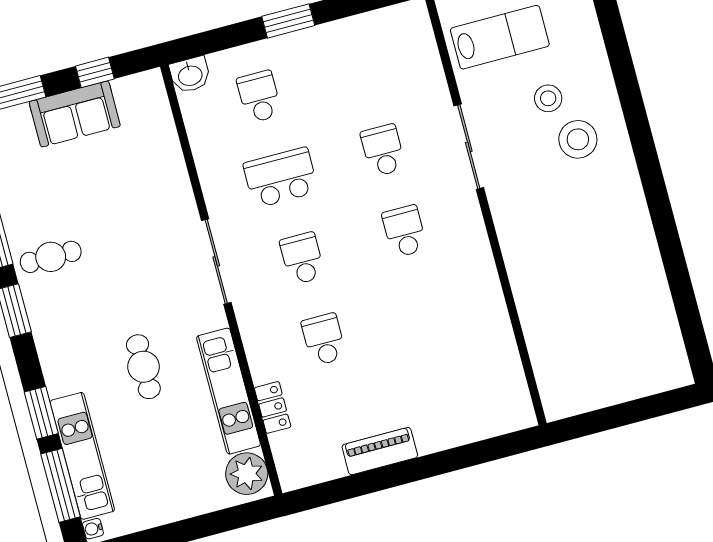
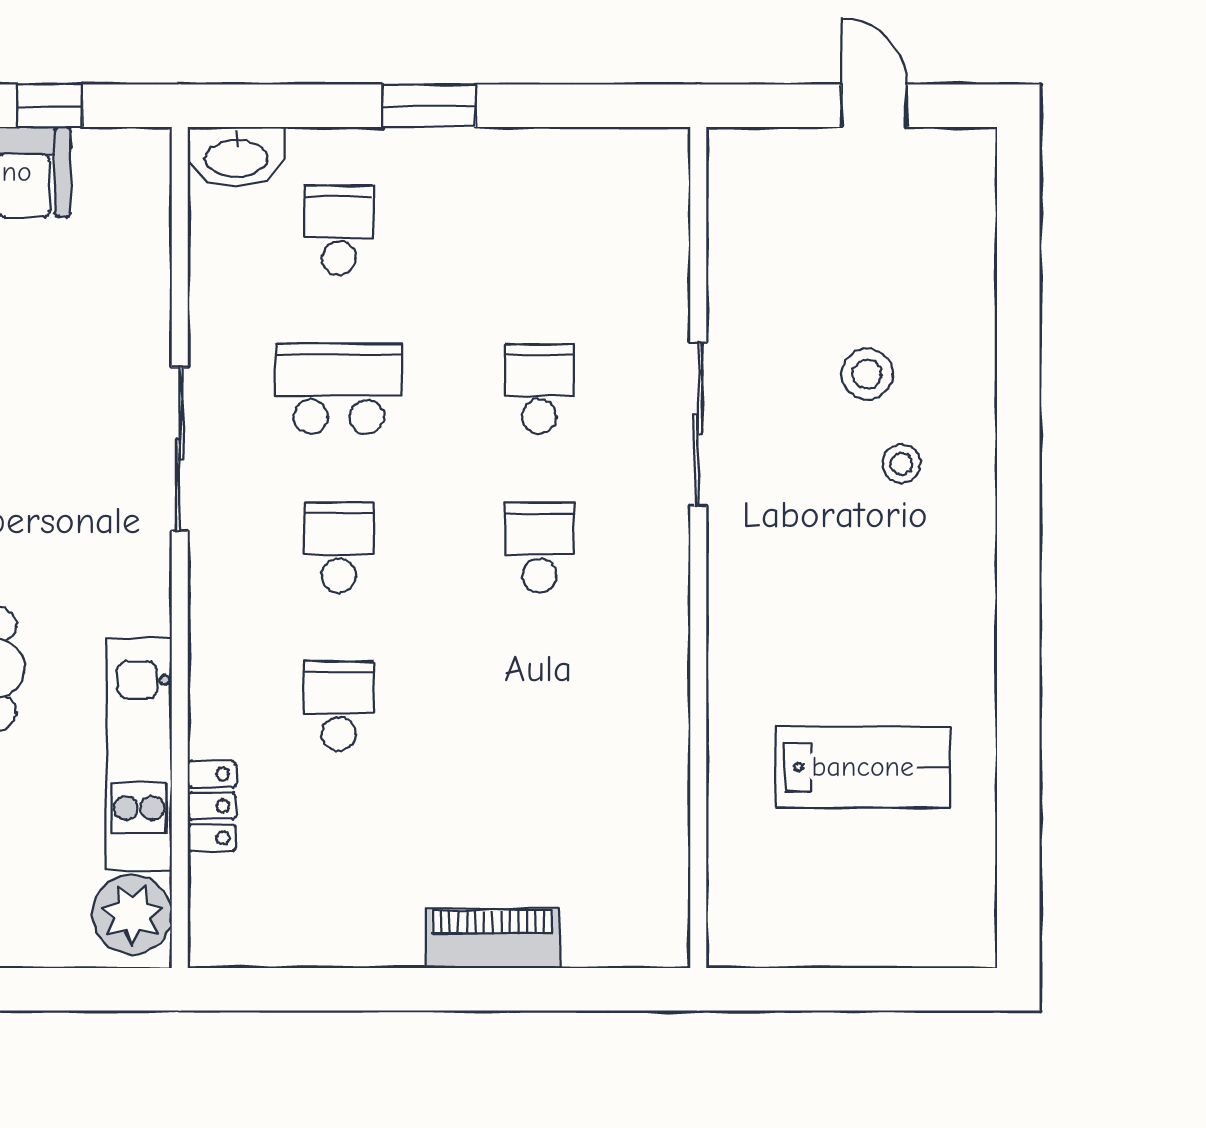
lab bench: (500, 37) -> (863, 767), moved
washbasin: (190, 75) -> (236, 157), width x1.38
stool: (578, 139) -> (902, 464), width x0.53, depth x0.53
sliding door: (216, 261) -> (180, 449), moved
piano: (380, 451) -> (492, 938), moved

